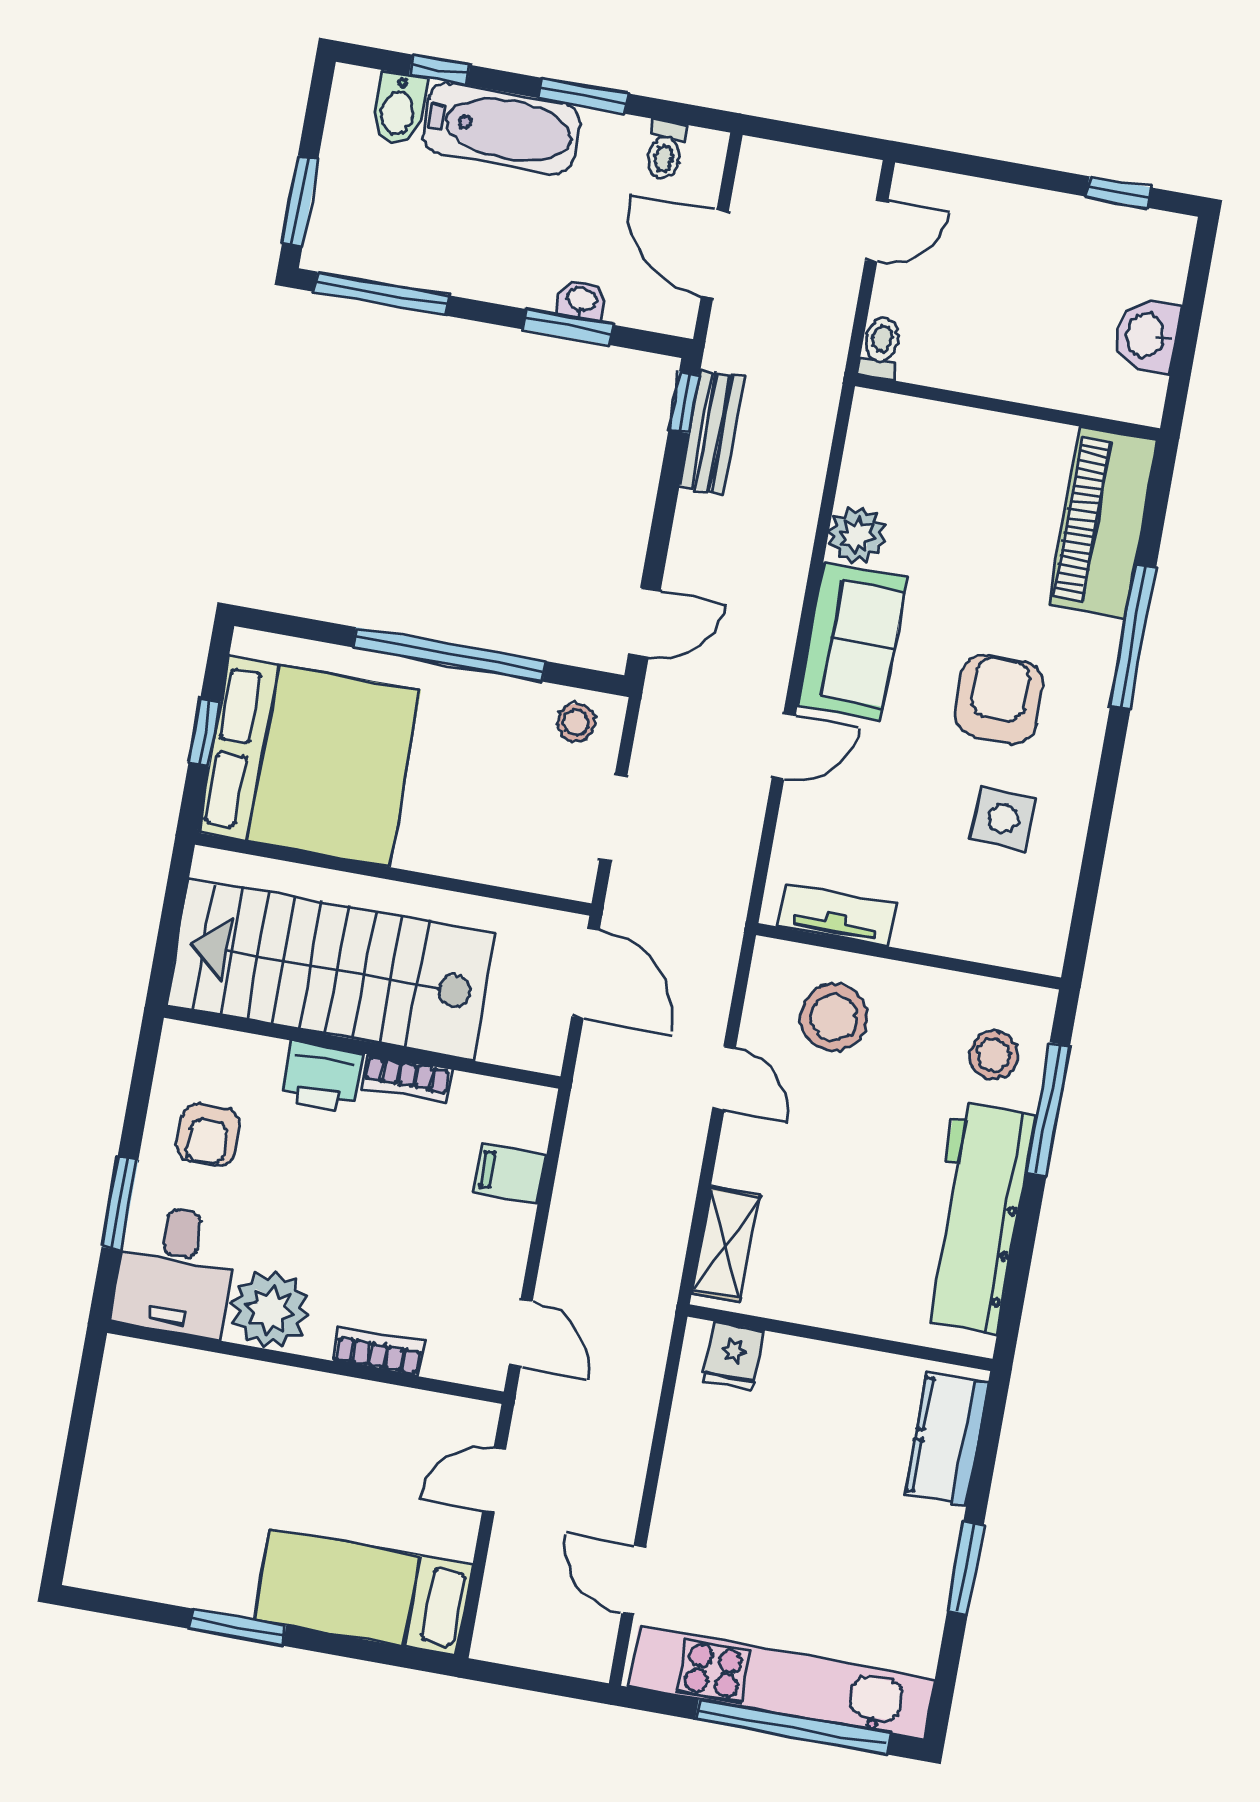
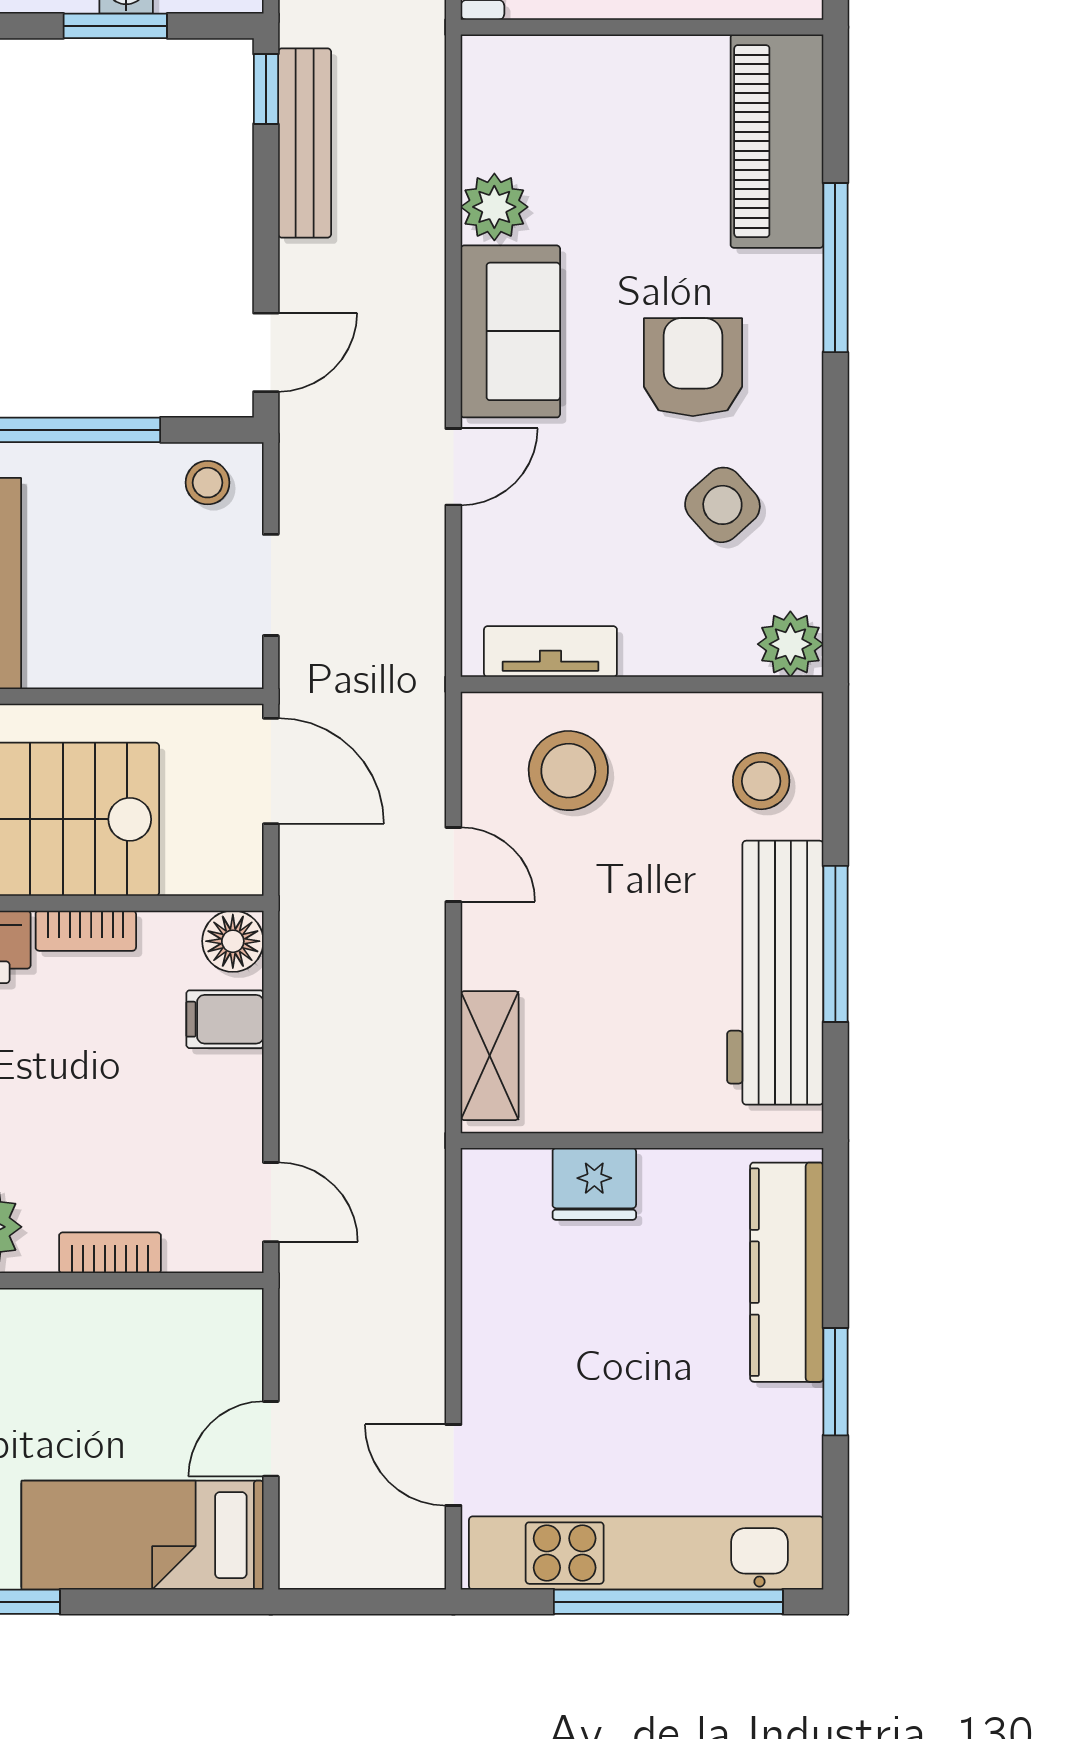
bench: (712, 432) -> (305, 143), width x1.36
side table: (1003, 819) -> (722, 505), turned 45
plant: (1039, 945) -> (790, 644), added
window: (1048, 1109) -> (835, 944), moved
floor lamp: (528, 1110) -> (233, 941), added
fridge: (733, 1356) -> (594, 1184), moved, width x1.38
kitchen counter: (947, 1439) -> (787, 1272), width x1.50
door: (494, 1480) -> (271, 1439), moved

